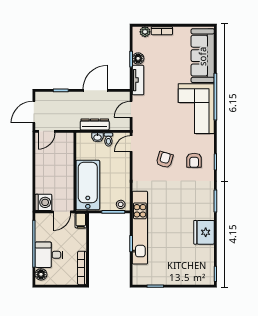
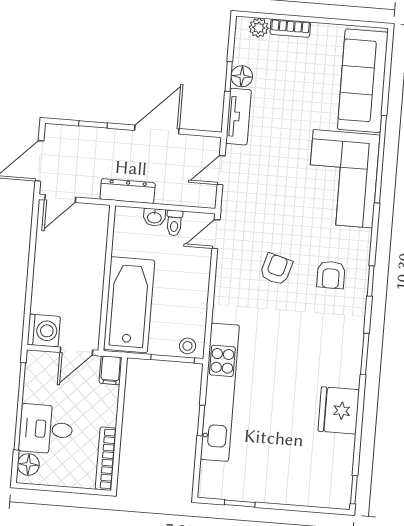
dresser: (95, 124) -> (128, 191), moved

